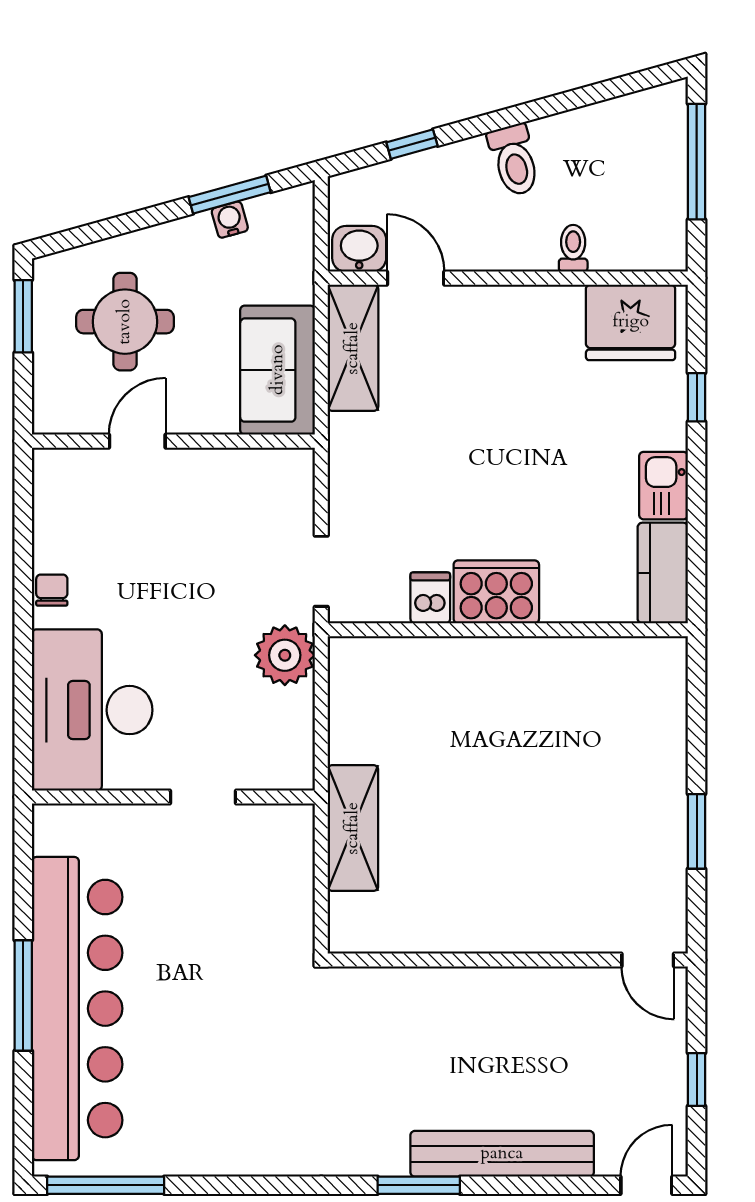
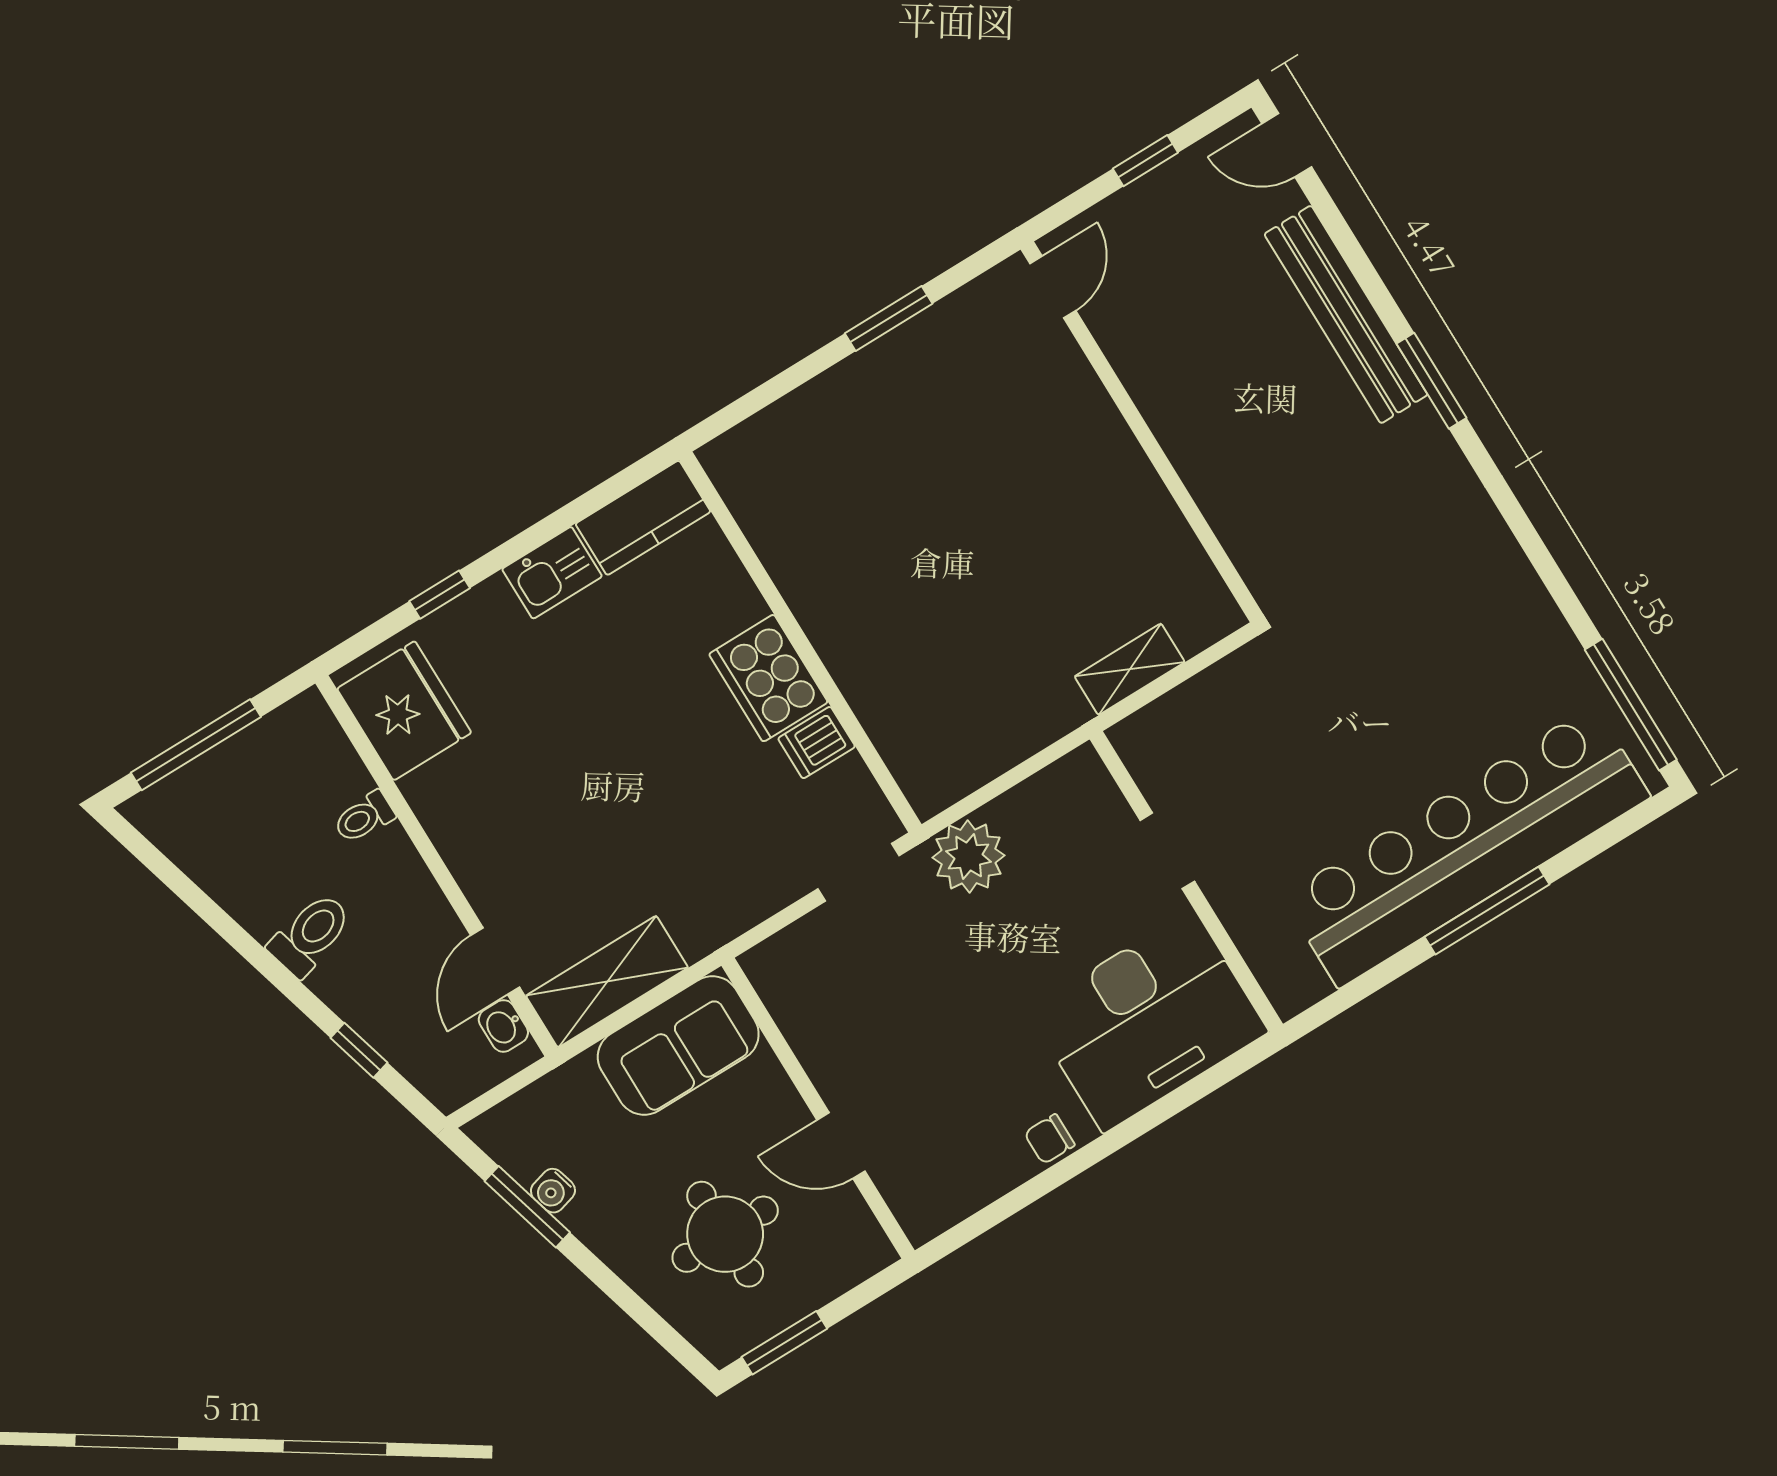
washbasin: (359, 249) -> (503, 1026), width x0.72, depth x0.69
shelving: (353, 828) -> (1130, 669), width x0.67, depth x0.75

